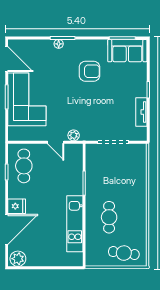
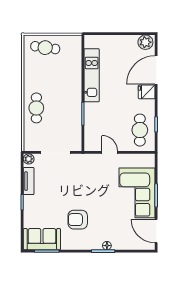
plant: (74, 135) -> (29, 159), moved
cafe table: (109, 217) -> (36, 108), moved

